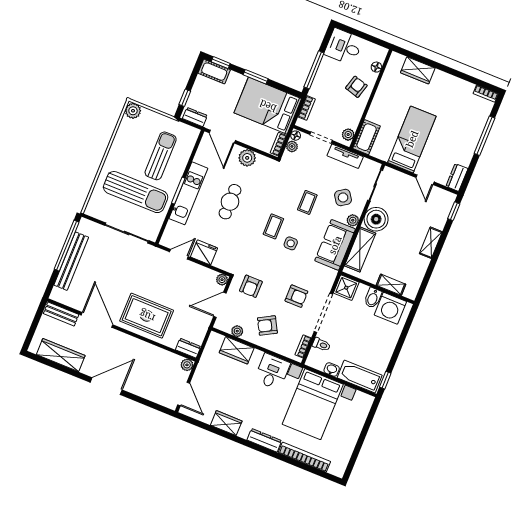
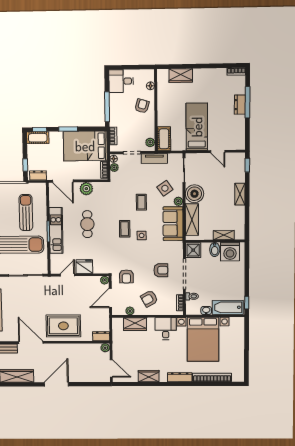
dresser: (457, 177) -> (240, 105), moved

